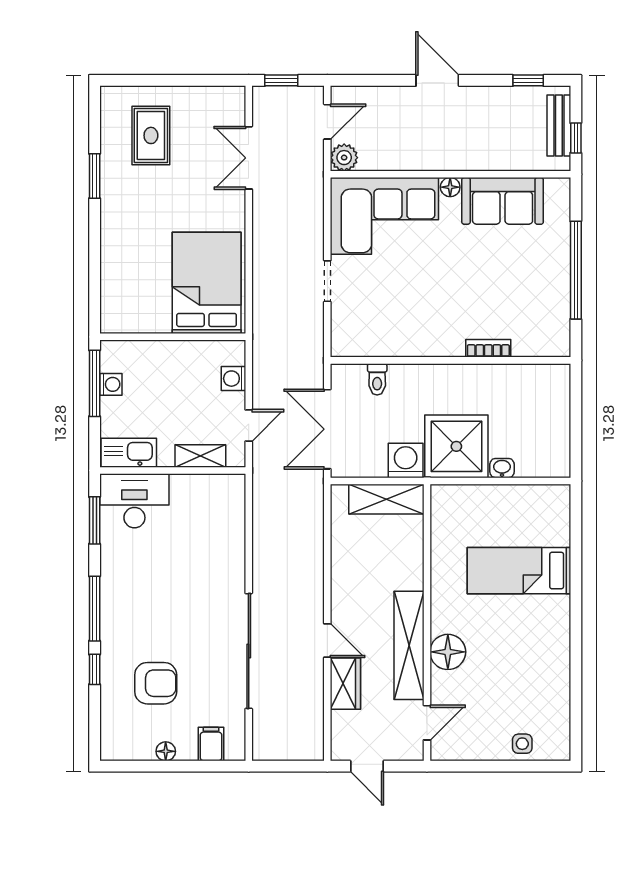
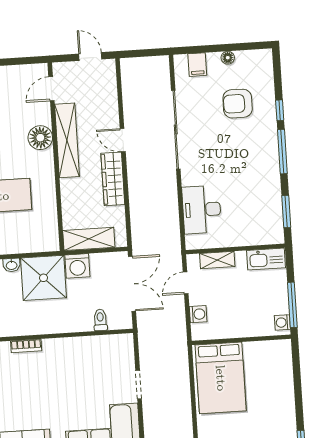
washing machine: (111, 384) -> (282, 322), moved
desk: (134, 501) -> (202, 210), moved, turned 90
wardrobe: (345, 684) -> (113, 179), moved, width x1.50

